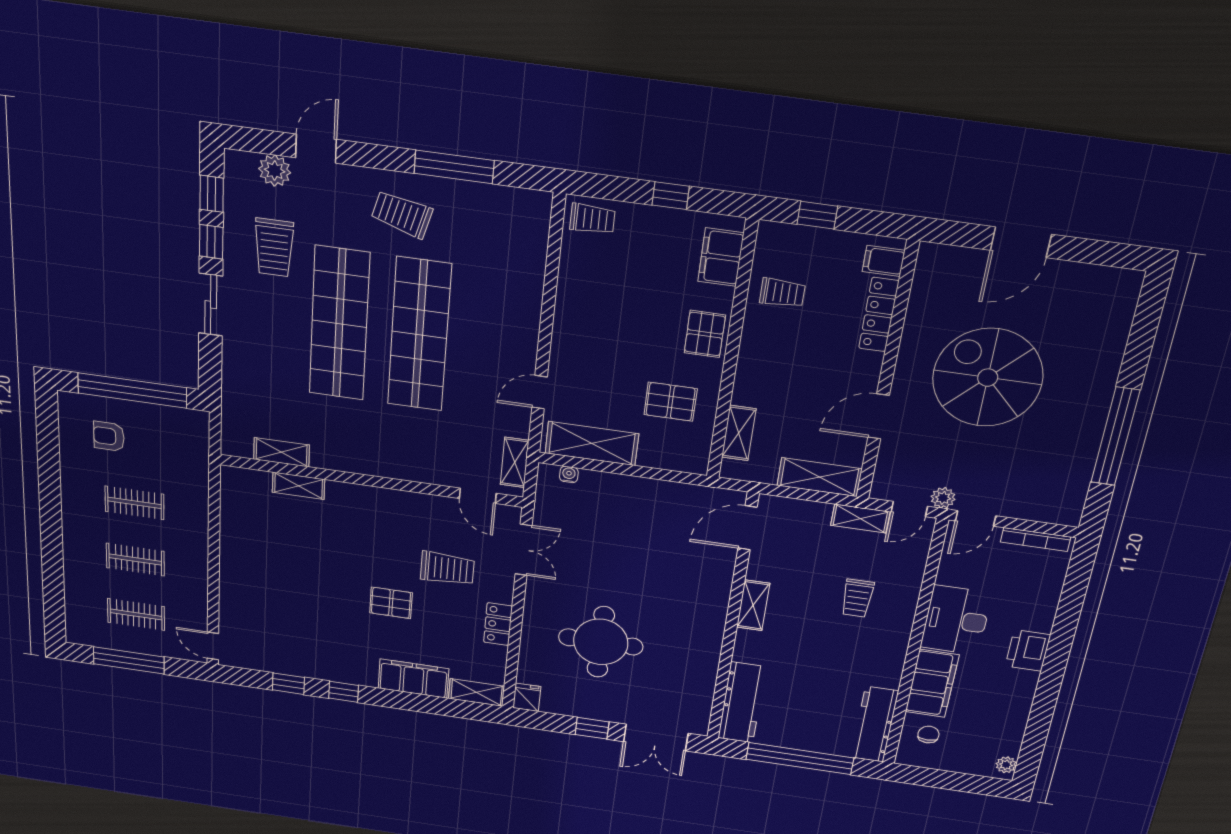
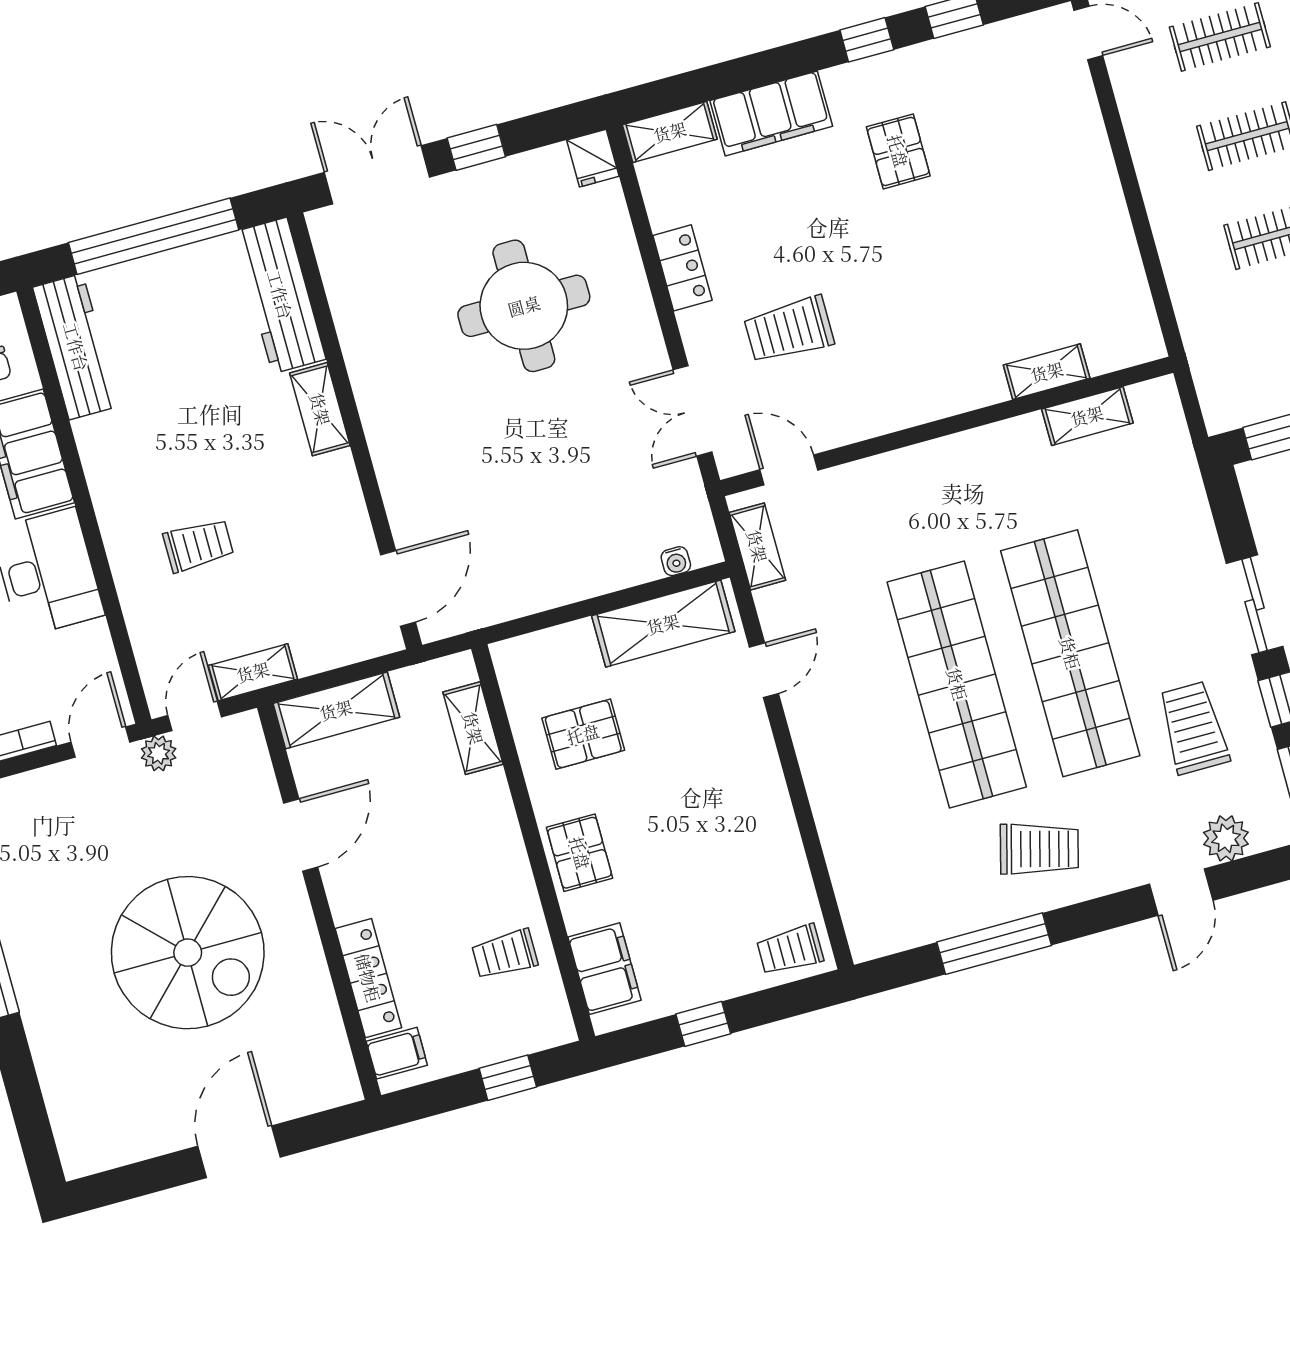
trolley: (857, 598) -> (198, 545), turned 90
pallet: (391, 603) -> (898, 151), moved, turned 90
shelving: (753, 605) -> (320, 409), moved

